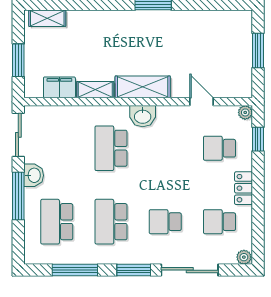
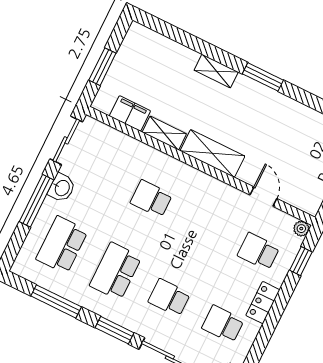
shelving: (47, 18) -> (216, 71), moved
washbasin: (143, 116) -> (198, 182), removed
school desk: (111, 148) -> (151, 199), width x0.54

